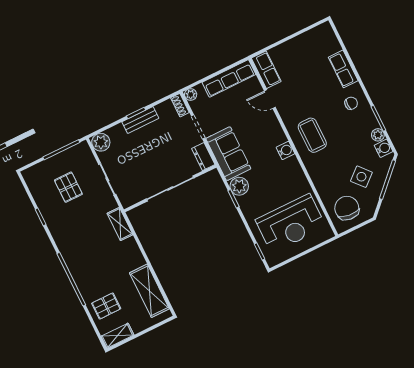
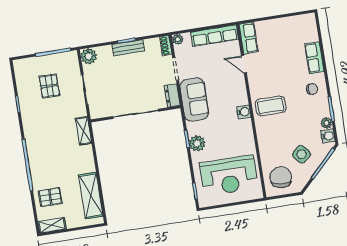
coffee table: (312, 135) -> (271, 106), turned 90
plant: (239, 186) -> (197, 143), moved

